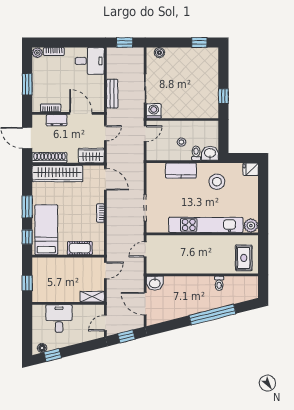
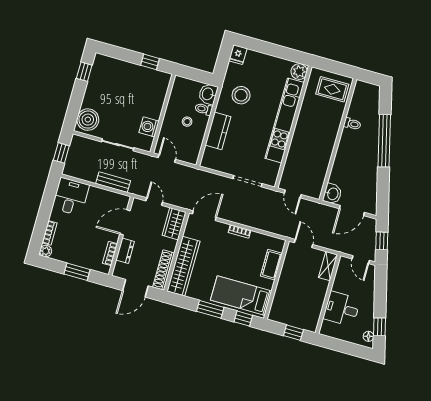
boiler: (159, 53) -> (88, 120), width x1.86, depth x1.86
washing machine: (154, 111) -> (149, 127), moved

